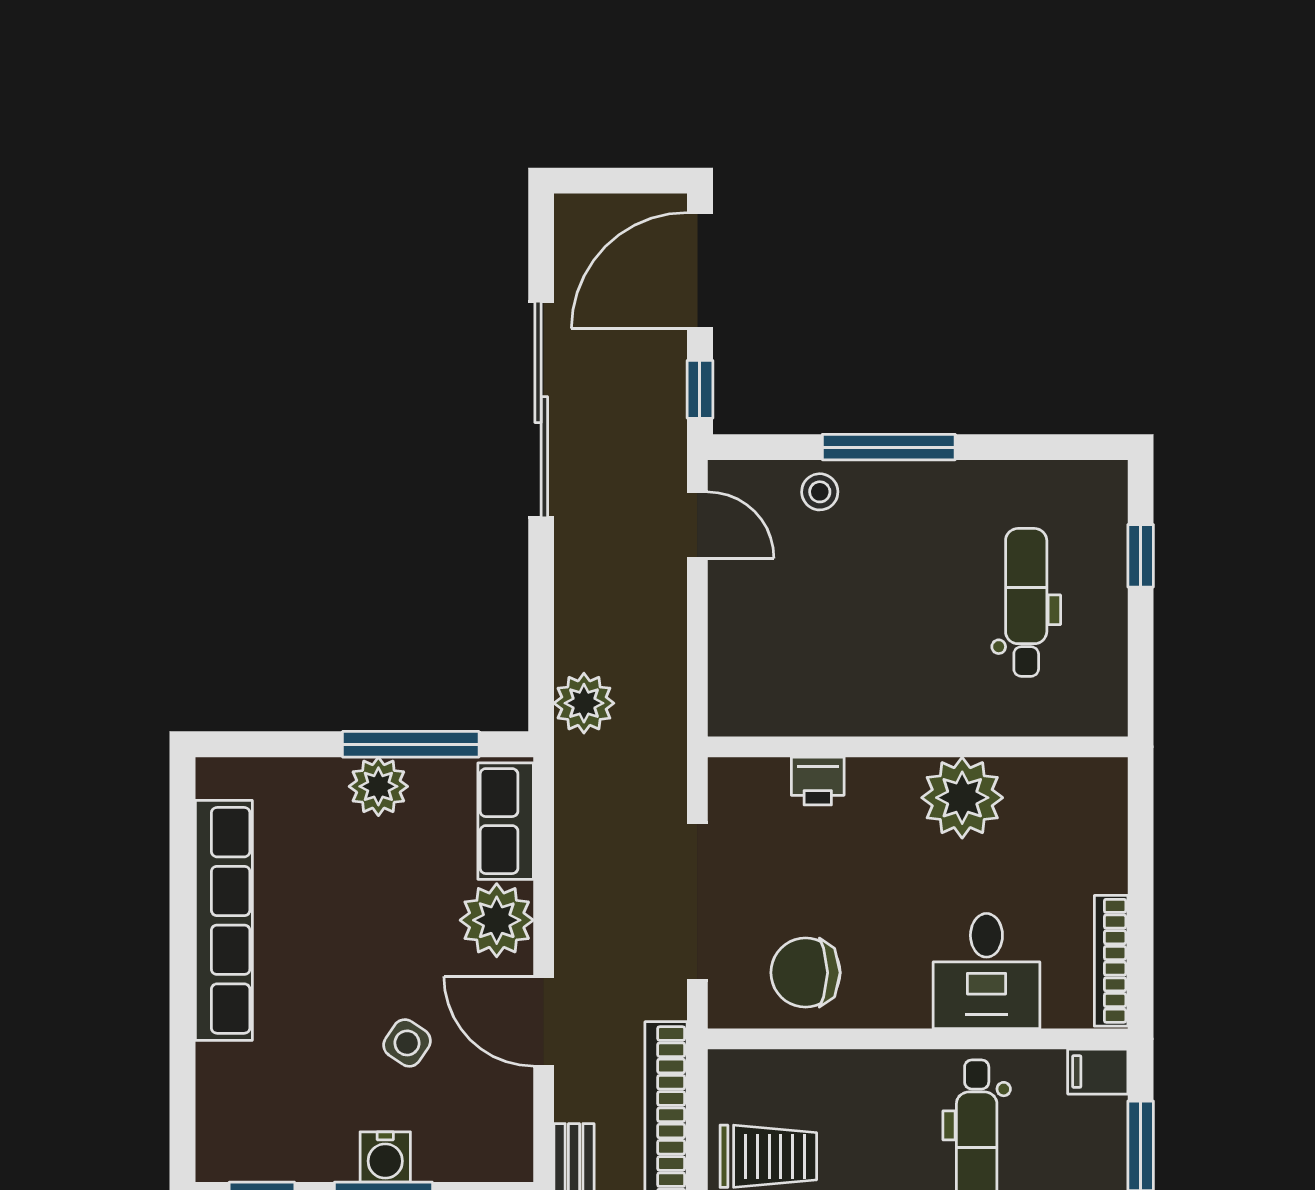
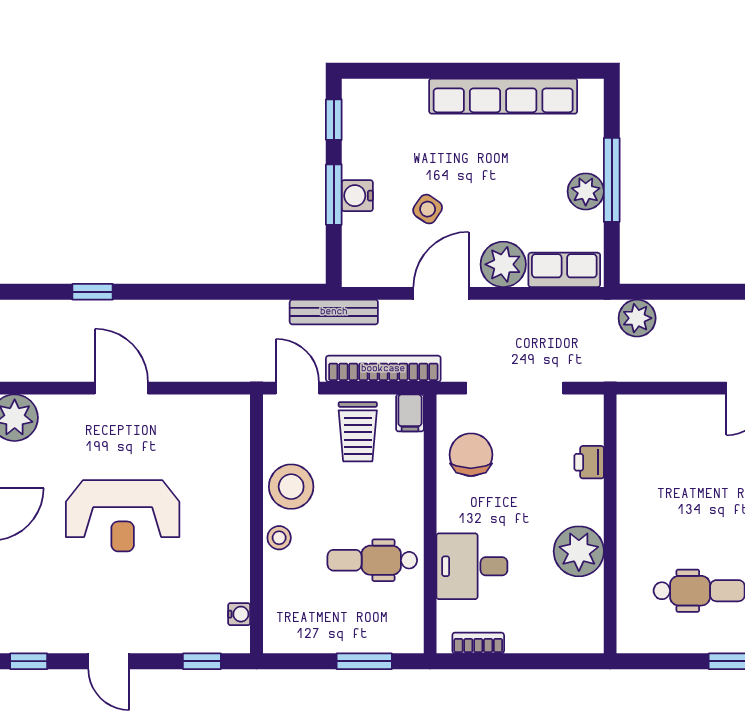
window: (411, 744) -> (612, 180), moved
bookcase: (1111, 961) -> (478, 643), width x0.64
filing cabinet: (1098, 1072) -> (410, 413), moved, turned 180

